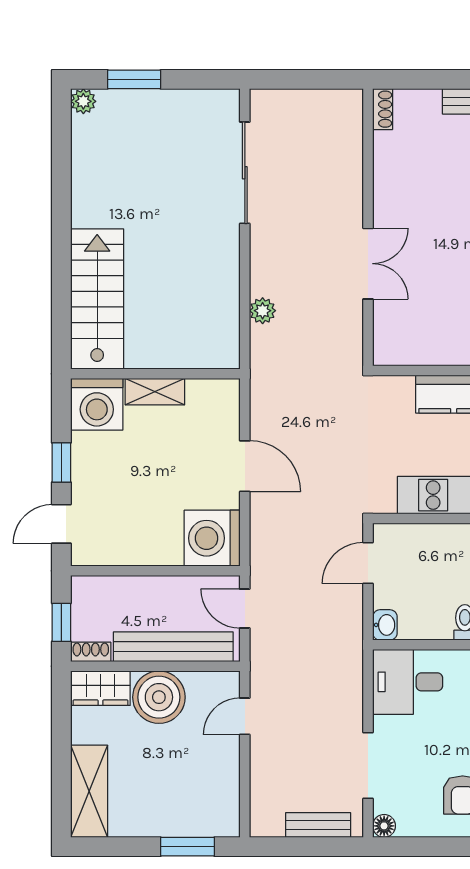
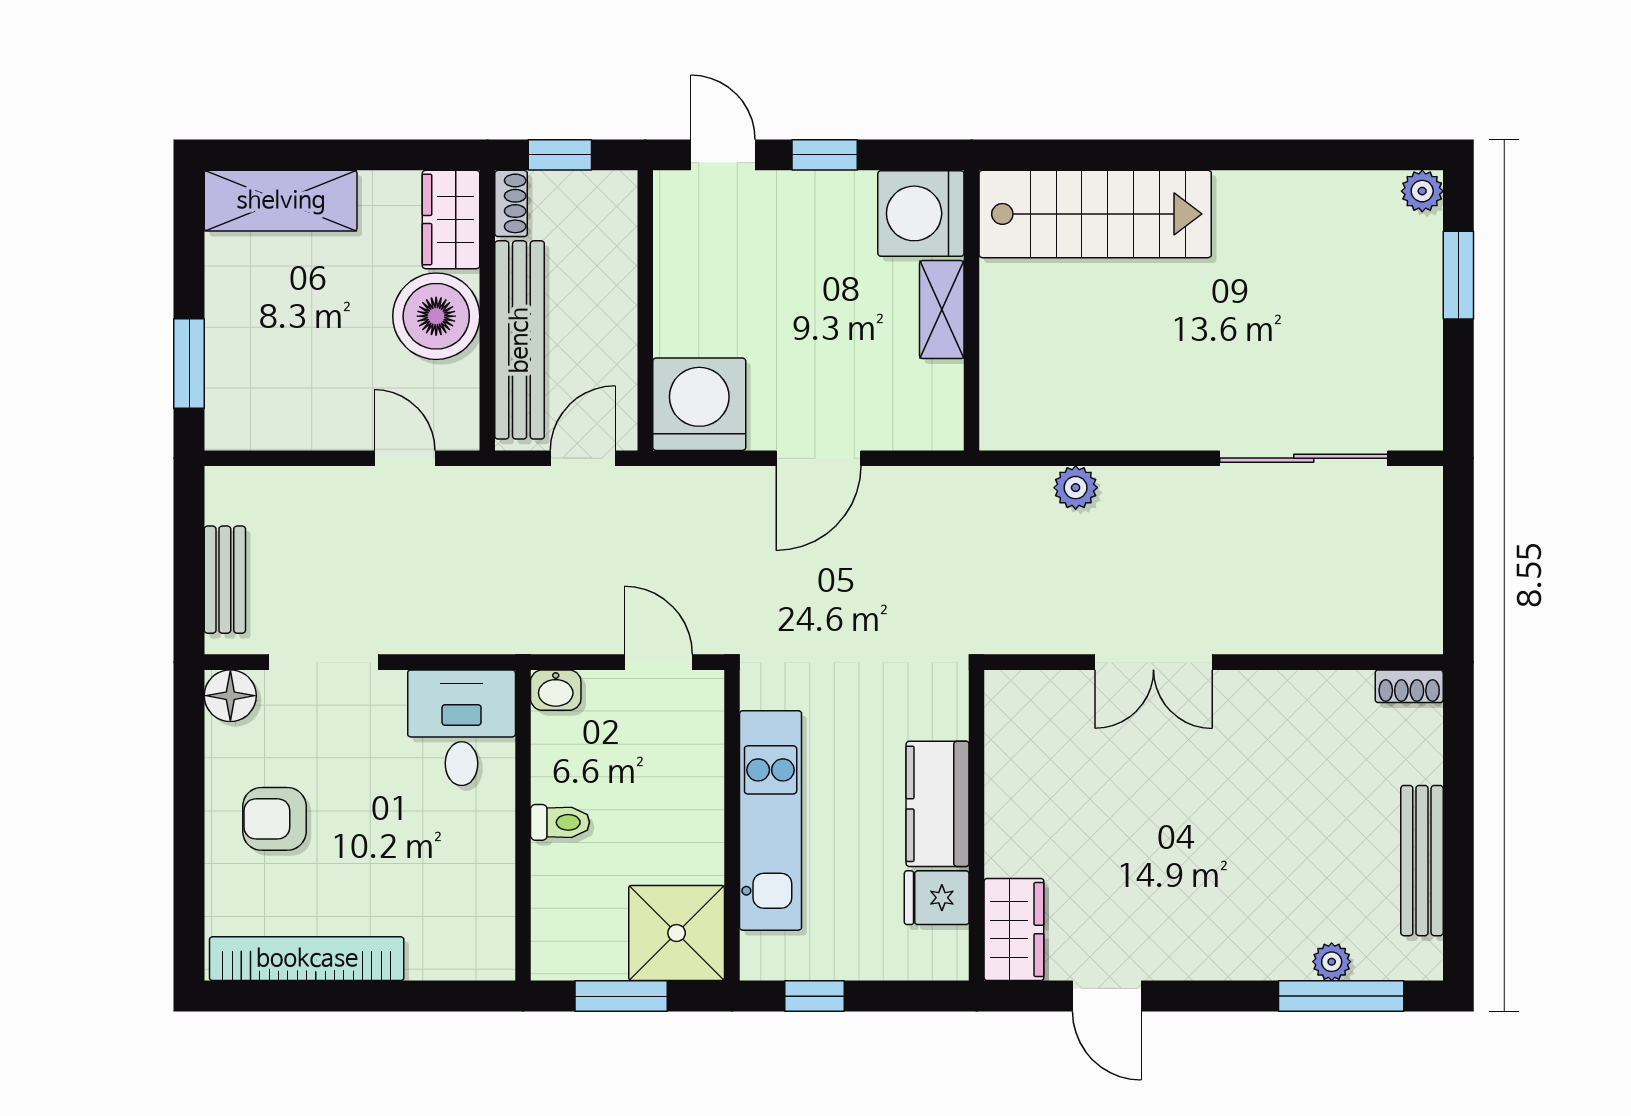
floor lamp: (384, 826) -> (230, 696), width x1.37, depth x1.37

